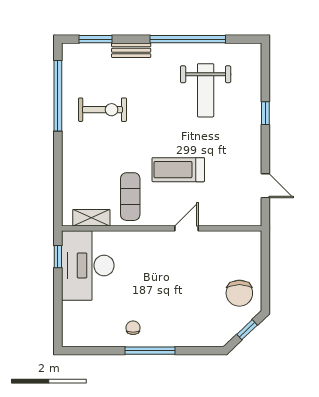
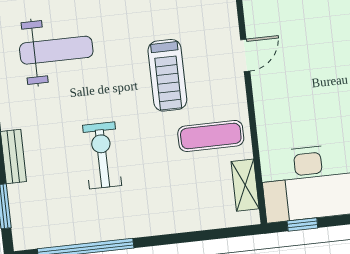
exercise bike: (103, 110) -> (102, 155), moved
door: (186, 228) -> (245, 55), swing flipped

